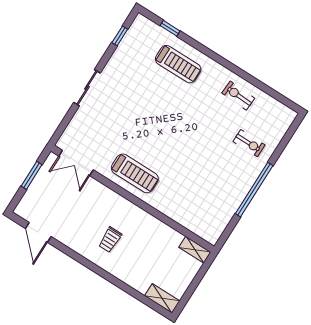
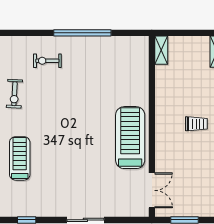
exercise bike: (249, 143) -> (47, 61), turned -90
treadmill: (135, 173) -> (130, 138), width x1.37, depth x1.38

